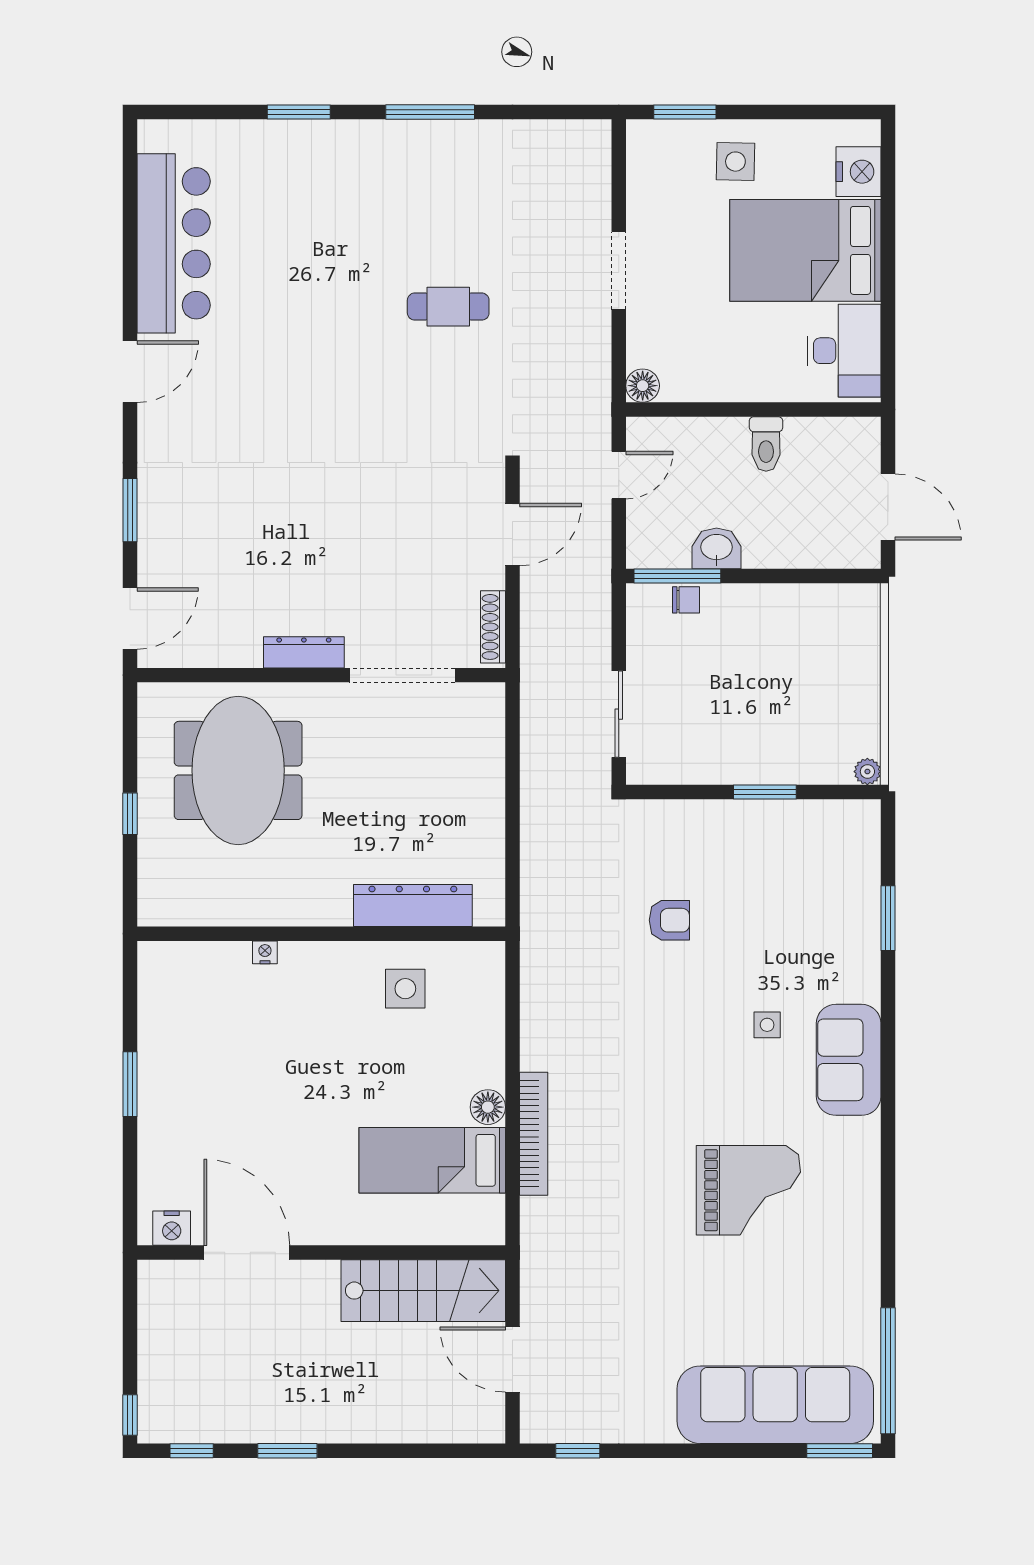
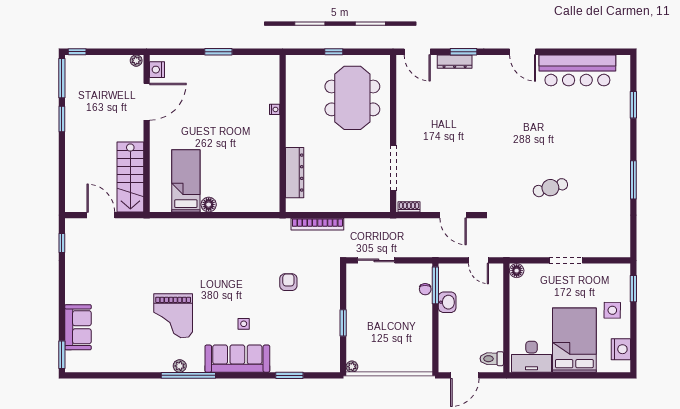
window: (299, 112) -> (633, 105), moved
nightstand: (858, 172) -> (621, 349), moved, turned -90
cafe table: (448, 307) -> (550, 188), turned 74
toilet: (766, 444) -> (492, 359), moved
shoe rack: (493, 627) -> (409, 207), width x0.70
dresser: (304, 652) -> (455, 62), moved, turned 90
meeting table: (238, 770) -> (352, 98), turned 90
armchair: (669, 920) -> (288, 282), turned 180
side table: (405, 989) -> (259, 169), removed
sofa: (849, 1060) -> (237, 359), width x1.36
bookcase: (534, 1134) -> (317, 224), moved
plant: (866, 1175) -> (180, 366), added
plant: (151, 1277) -> (136, 61), added
door: (512, 1360) -> (101, 215), hinge flipped
window: (888, 1371) -> (188, 375), moved
sofa: (775, 1405) -> (78, 327), width x0.54, depth x0.79
window: (192, 1451) -> (62, 78), width x2.17

